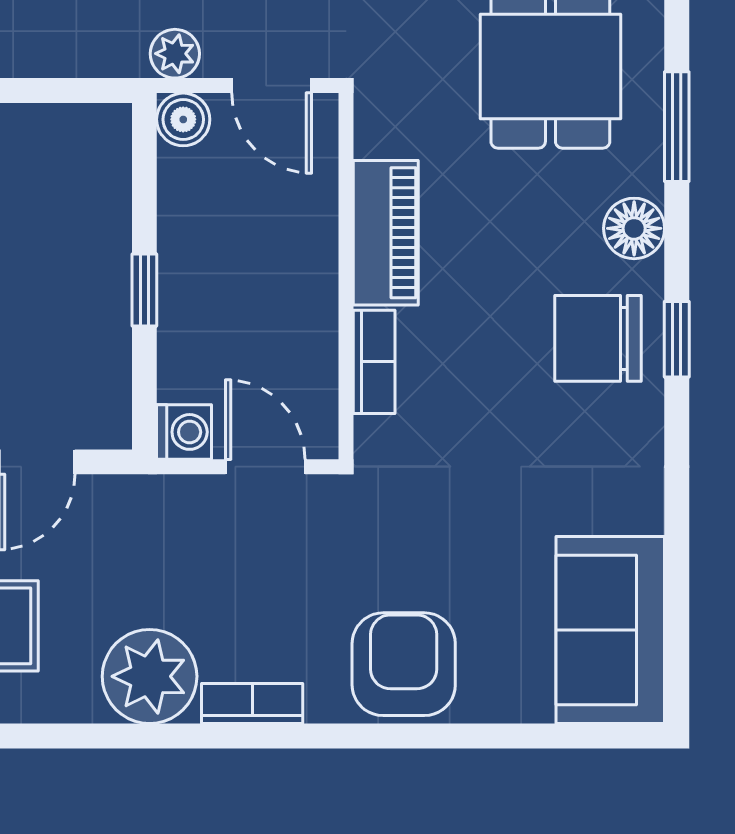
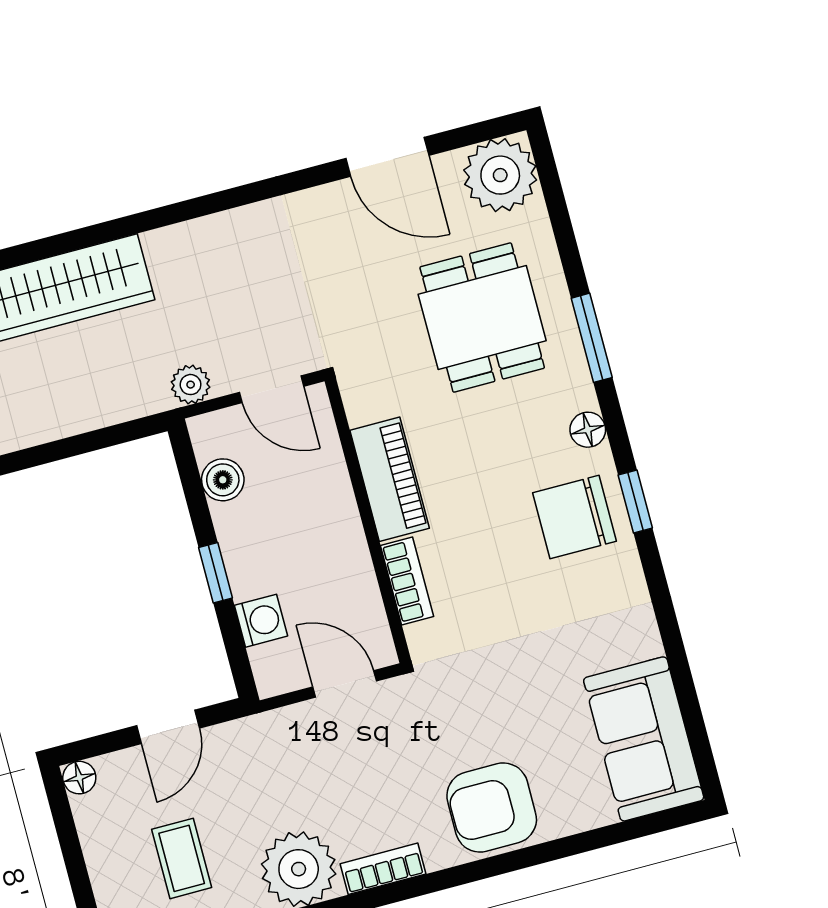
boiler: (183, 119) -> (223, 480), moved
floor lamp: (634, 228) -> (588, 430), width x0.73, depth x0.73
washing machine: (184, 432) -> (261, 621), moved
armchair: (404, 664) -> (492, 808), turned -90

